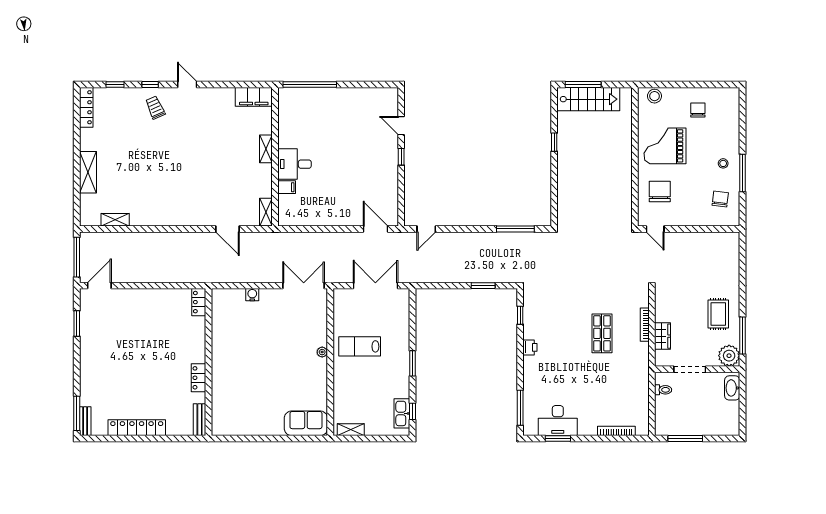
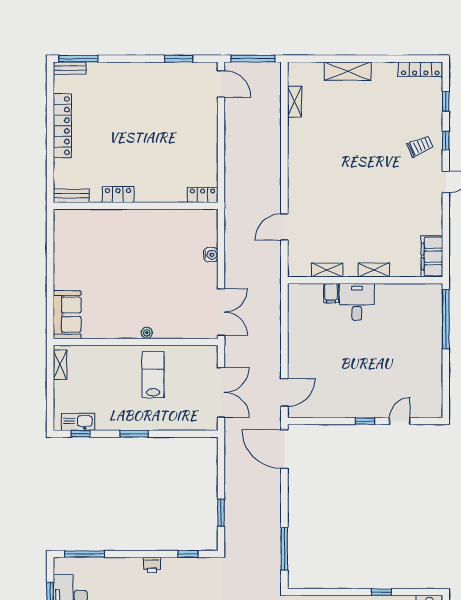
shelving: (266, 212) -> (327, 270), moved
door: (426, 229) -> (284, 449), width x1.88

